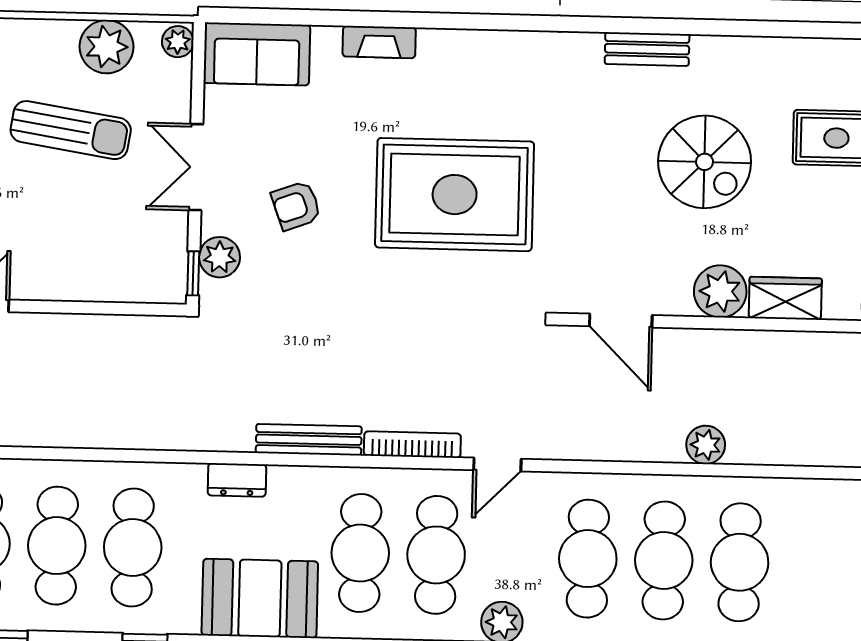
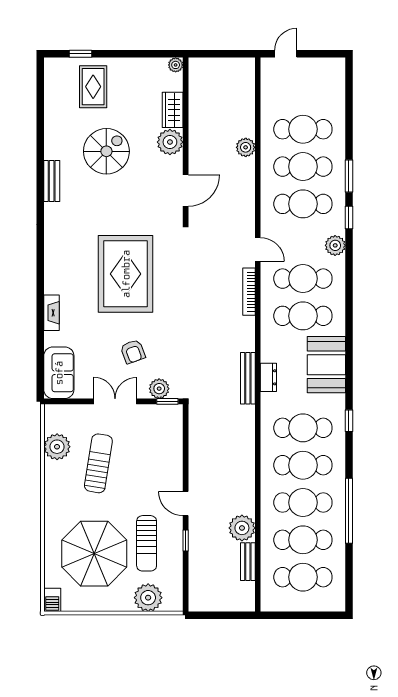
plant: (178, 42) -> (54, 412), removed
double door: (196, 167) -> (115, 401), swing flipped
bench: (309, 440) -> (248, 378), moved

